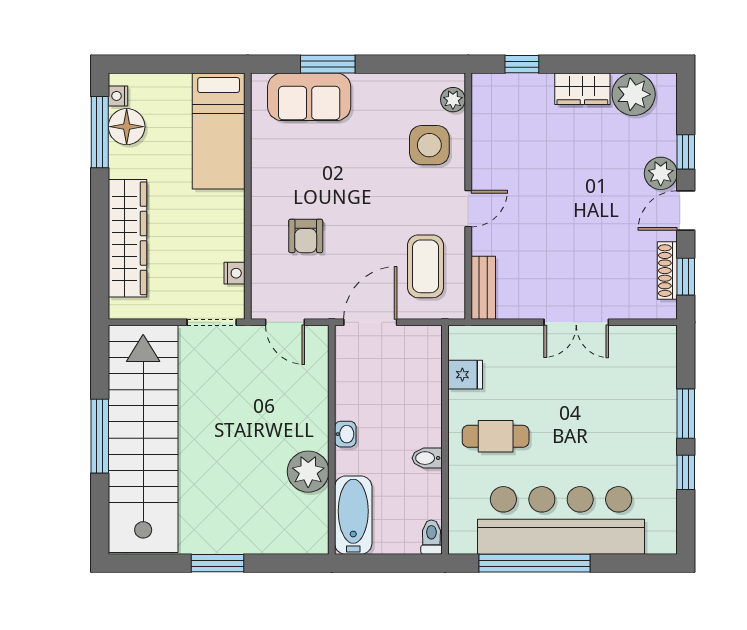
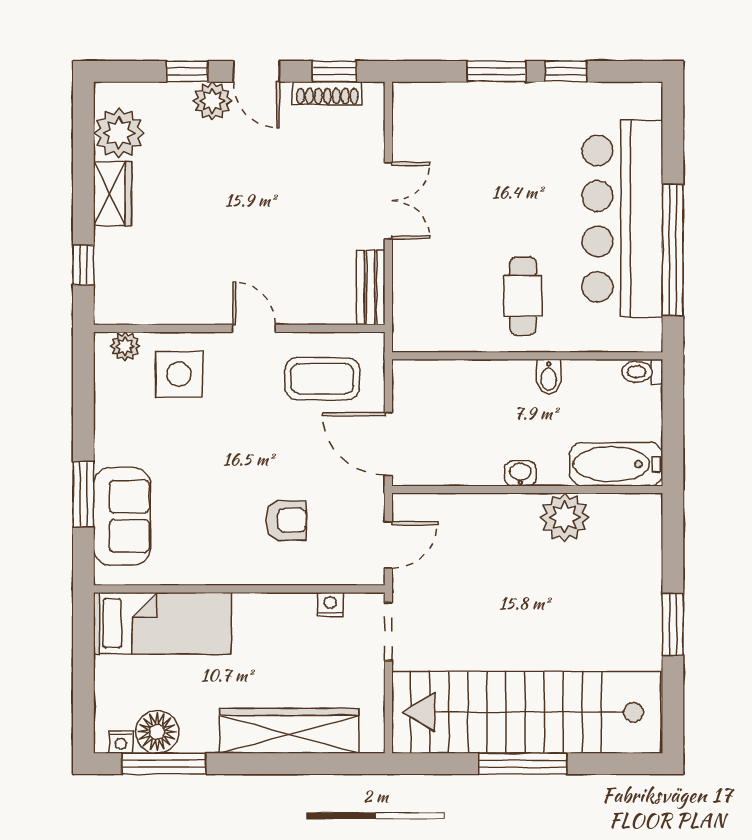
bench: (483, 288) -> (371, 288), moved, turned 90
fridge: (465, 375) -> (450, 332), removed

